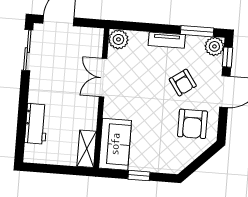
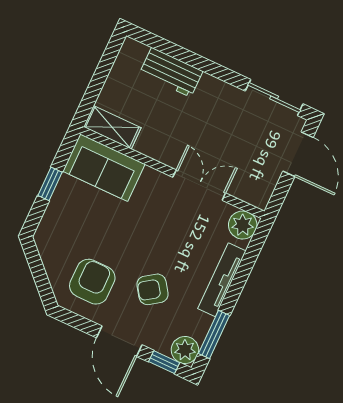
tv unit: (167, 40) -> (222, 280), width x1.41
armchair: (192, 124) -> (92, 282), turned 90

